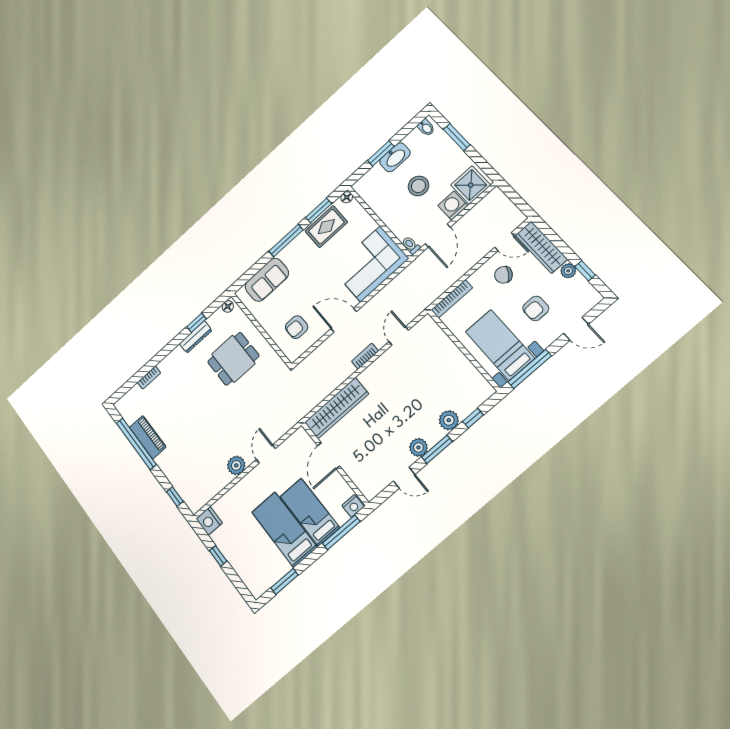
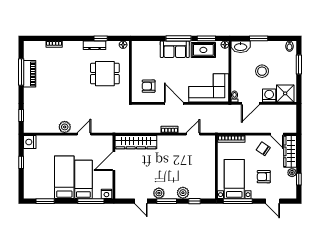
washbasin: (395, 157) -> (241, 47), moved
sofa: (267, 280) -> (175, 49), moved
window: (136, 444) -> (21, 72), width x0.68

